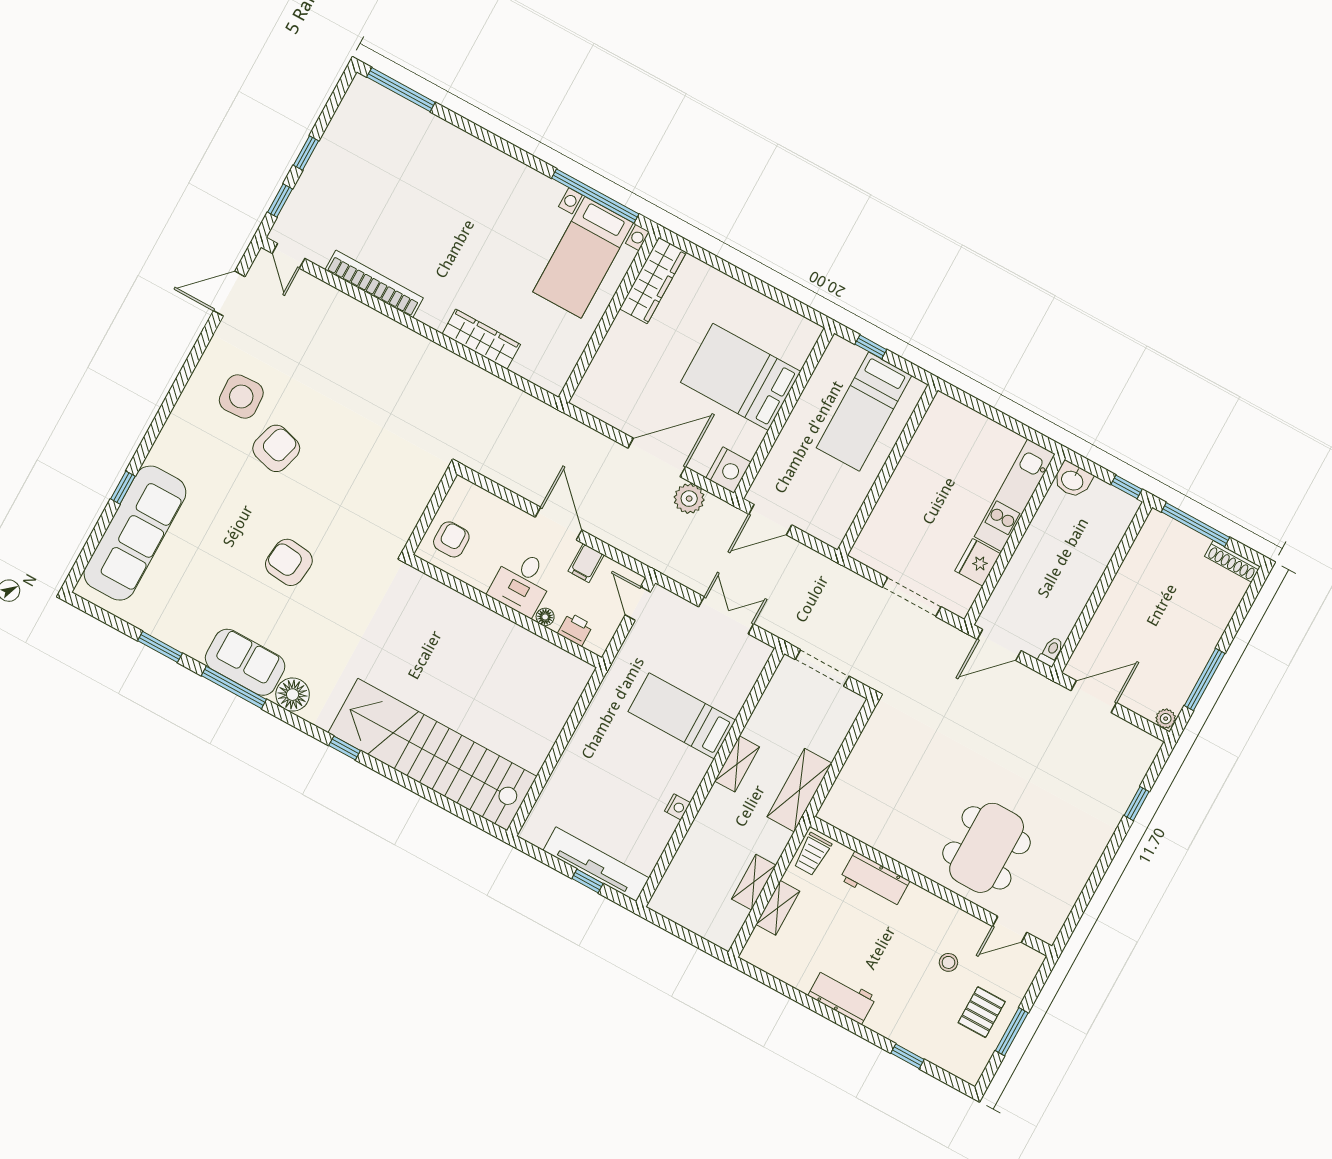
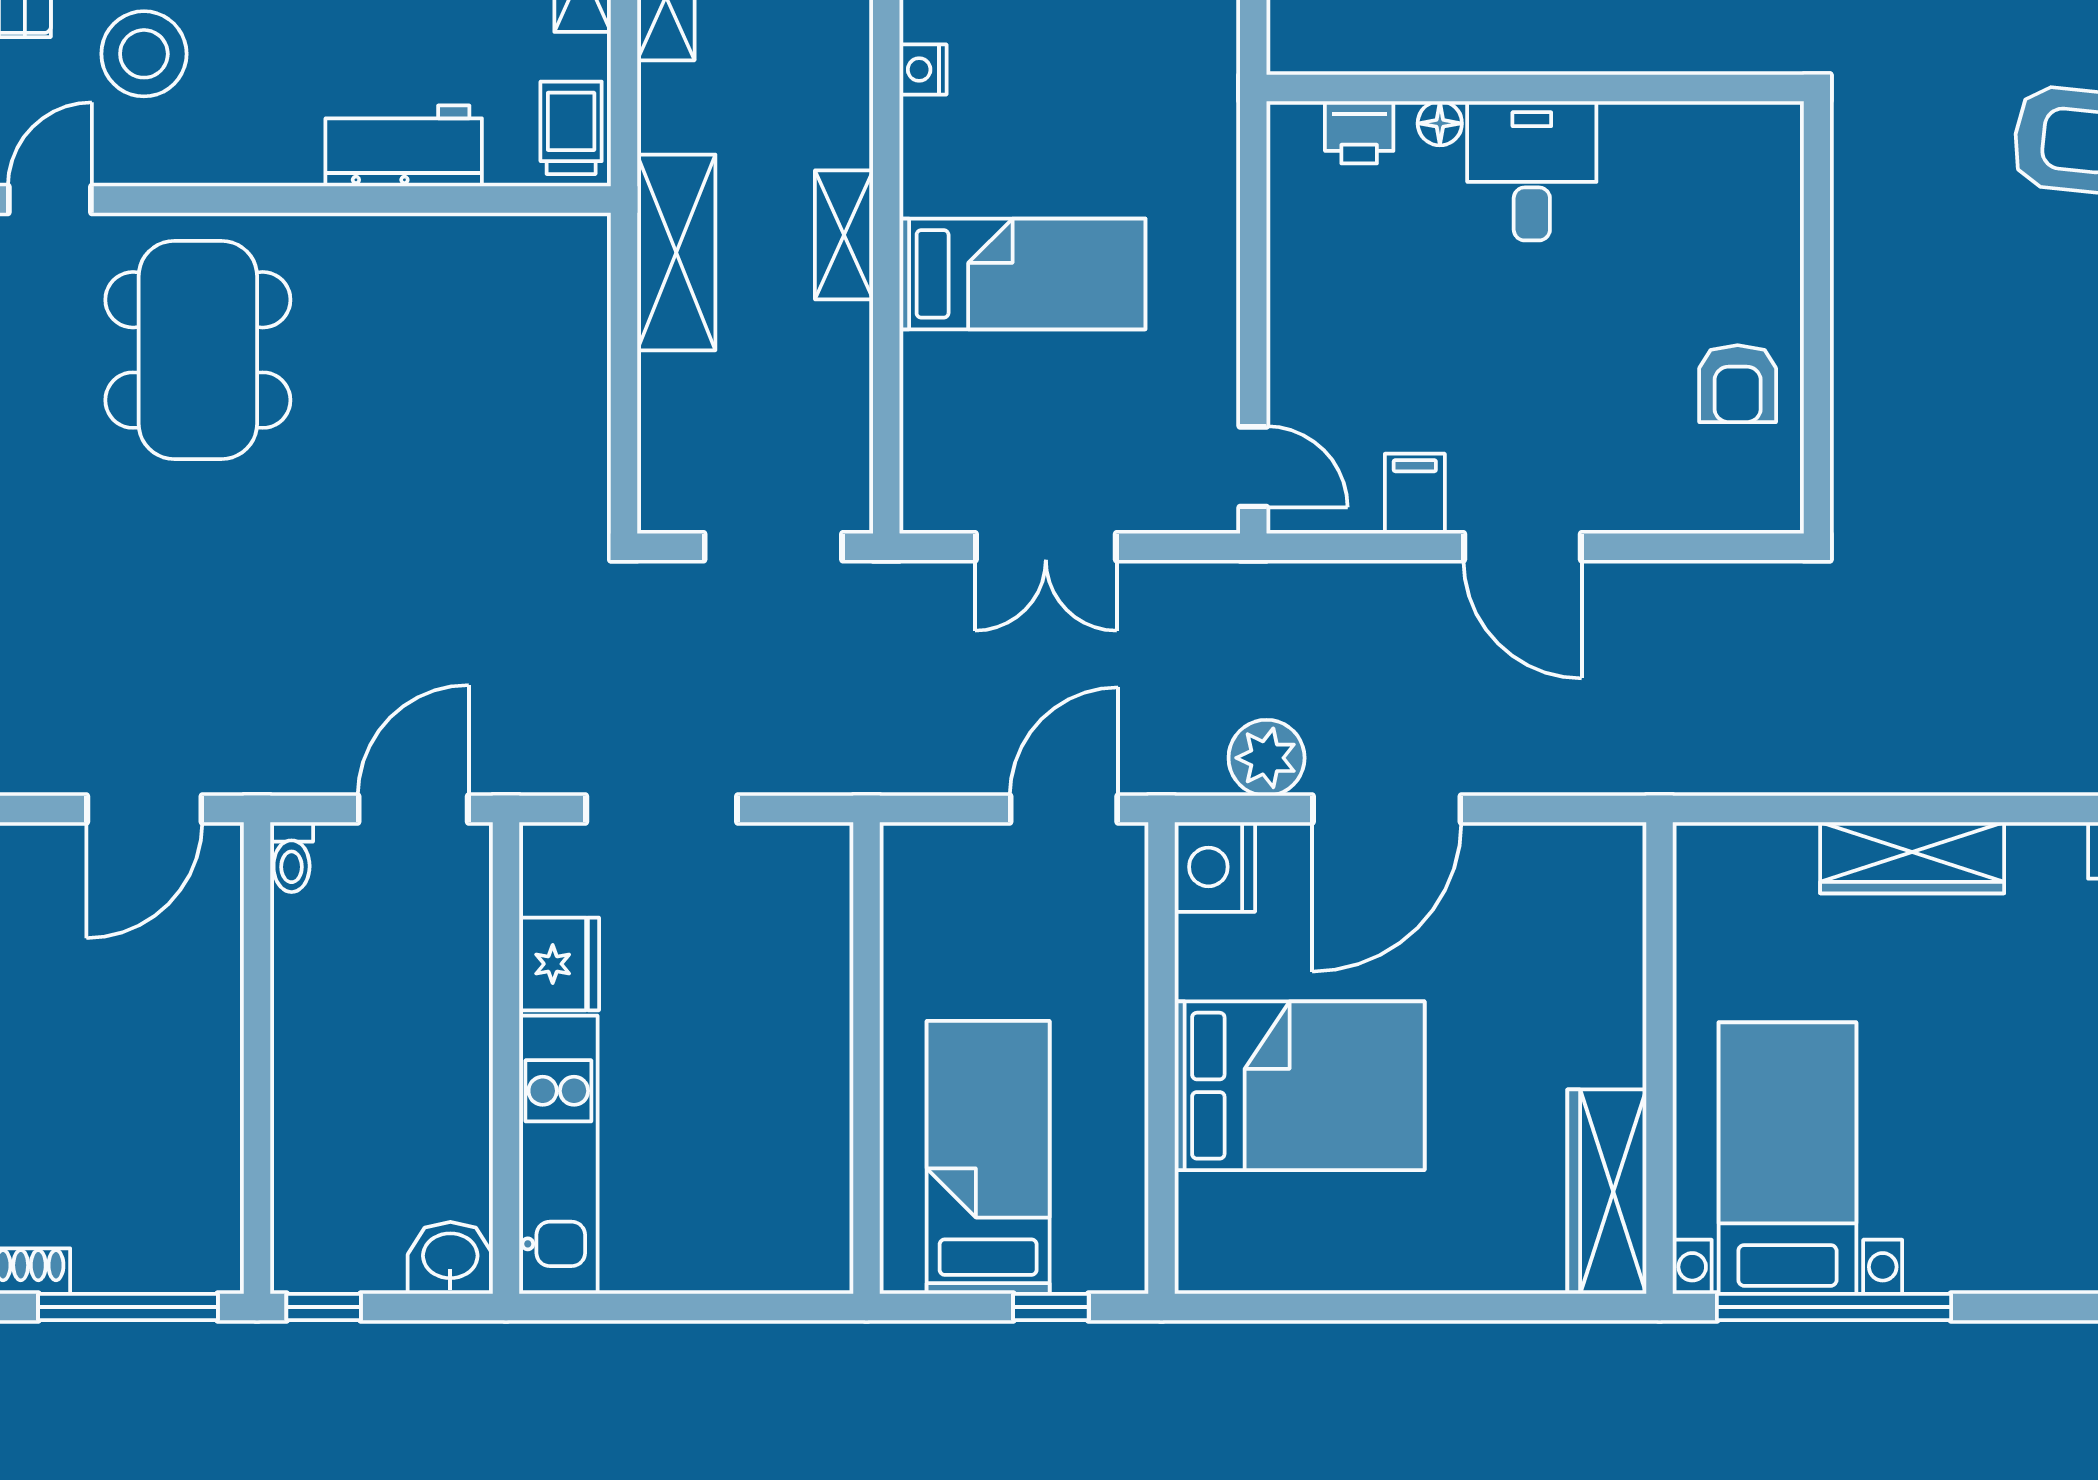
desk: (522, 583) -> (1532, 171), moved
wall: (505, 611) -> (1535, 88), moved
floor lamp: (545, 617) -> (1440, 123), moved
printer: (575, 629) -> (1359, 132), moved
stool: (948, 962) -> (144, 54), width x1.89, depth x1.89

